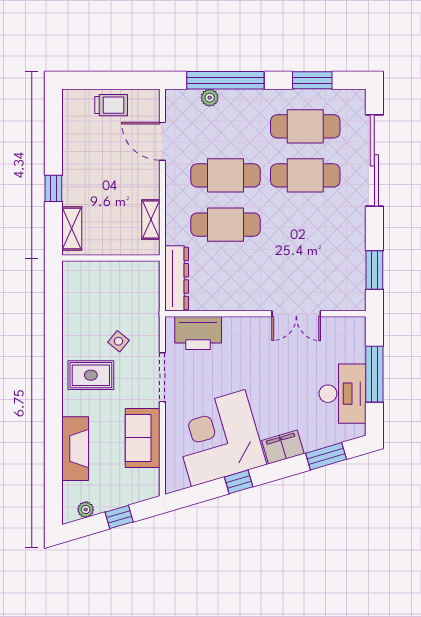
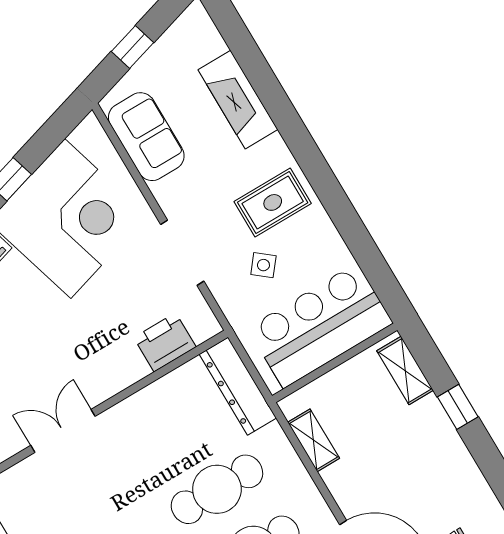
bar counter: (106, 285) -> (320, 326), added
printer: (198, 333) -> (165, 342), width x0.73, depth x0.84
sofa: (143, 438) -> (146, 137), moved
plant: (86, 510) -> (180, 32), removed

